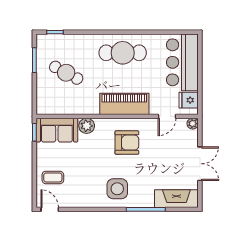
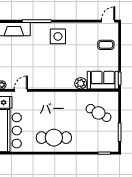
cafe table: (66, 73) -> (98, 113), moved
piano: (124, 104) -> (53, 100), removed
armchair: (127, 143) -> (51, 71), removed
door: (50, 209) -> (108, 21), swing flipped

